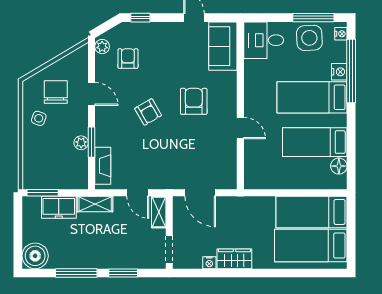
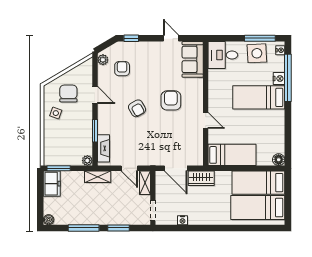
bed: (315, 142) -> (232, 155), moved, turned 180
plant: (81, 143) -> (87, 161), moved
floor lamp: (339, 166) -> (279, 160), moved
freezer: (59, 207) -> (52, 184), moved, turned -90
boiler: (35, 256) -> (49, 220), width x0.54, depth x0.54
wardrobe: (234, 259) -> (201, 178), moved, turned 180

